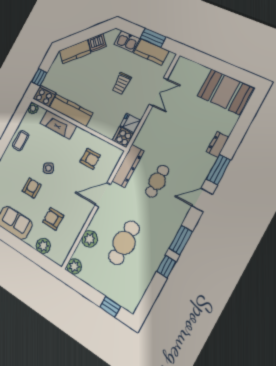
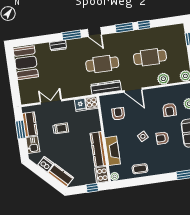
cafe table: (157, 181) -> (102, 64), width x1.37, depth x1.35

